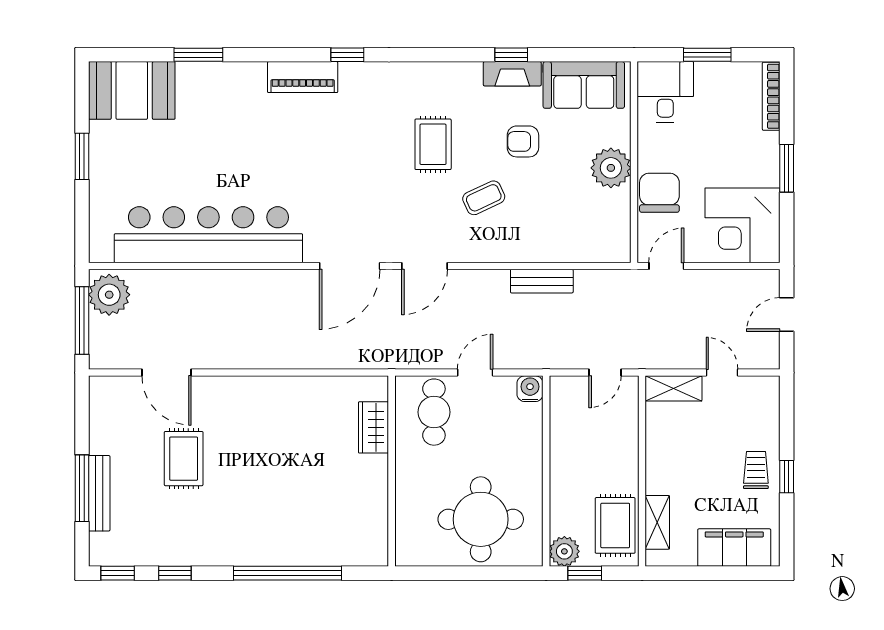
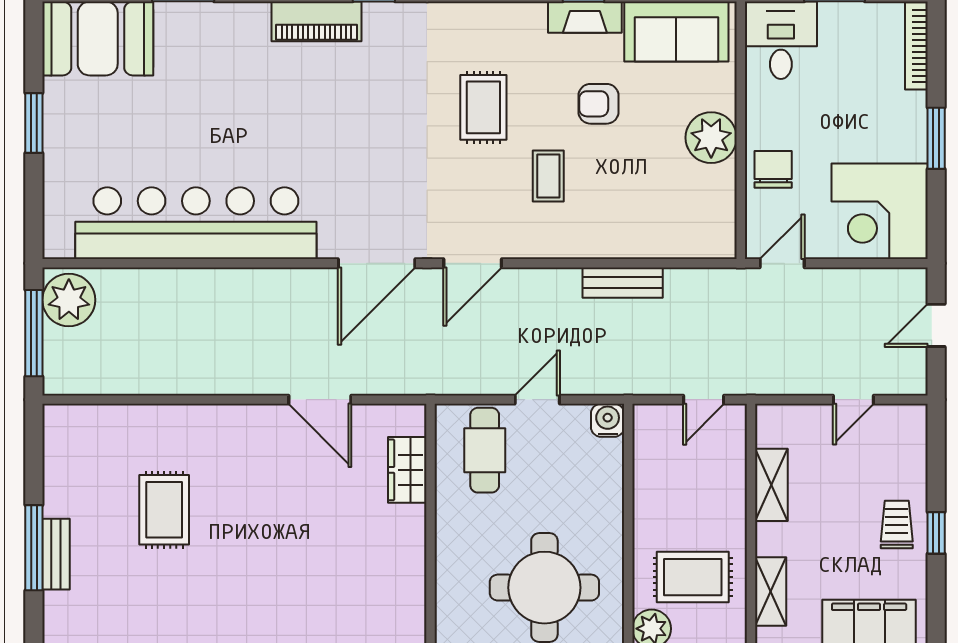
chair: (659, 193) -> (773, 169), width x0.73, depth x0.73
coffee table: (484, 198) -> (548, 176), turned -65
door: (166, 373) -> (320, 400), moved
door: (722, 373) -> (853, 400), swing flipped
shelving: (673, 388) -> (771, 485), moved, turned 90
bench: (99, 493) -> (56, 554), width x0.73
rug: (615, 525) -> (693, 577), moved, turned 90

